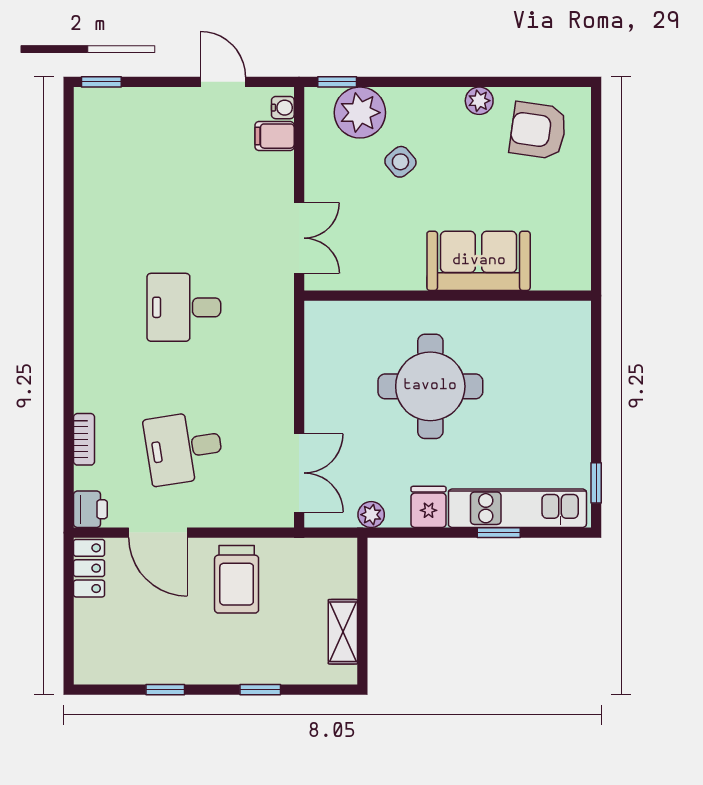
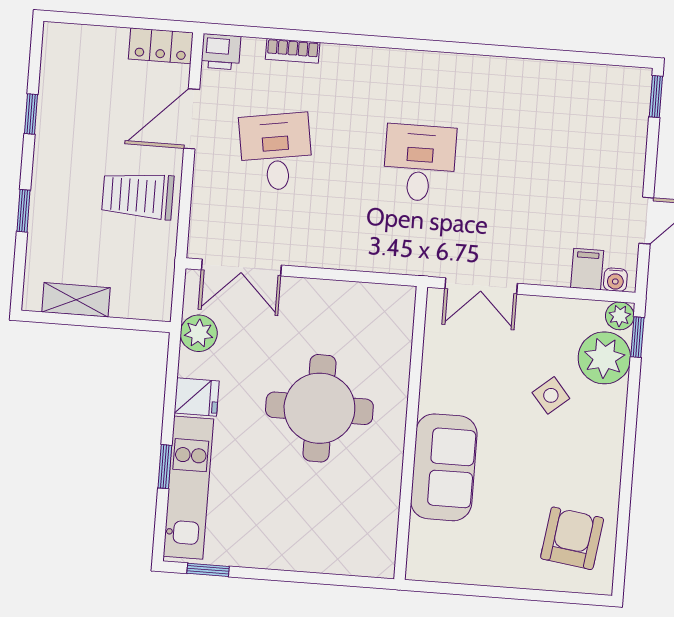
plant: (479, 101) -> (620, 316), moved
plant: (371, 515) -> (199, 333), width x1.38, depth x1.38

